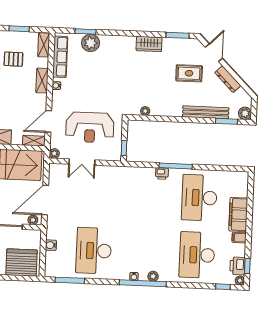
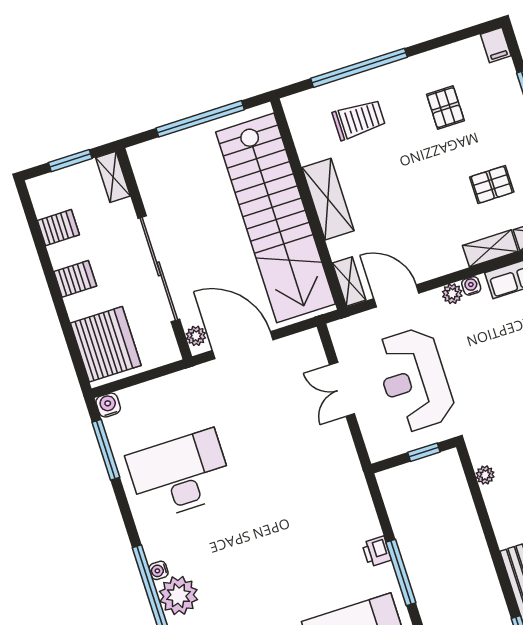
pallet: (13, 59) -> (492, 185), turned 90
shelving: (42, 81) -> (490, 248), moved
window: (124, 148) -> (424, 452), moved
plant: (54, 154) -> (452, 294), moved
water cooler: (51, 245) -> (108, 405), moved
plant: (153, 276) -> (178, 596), width x1.87, depth x1.87

